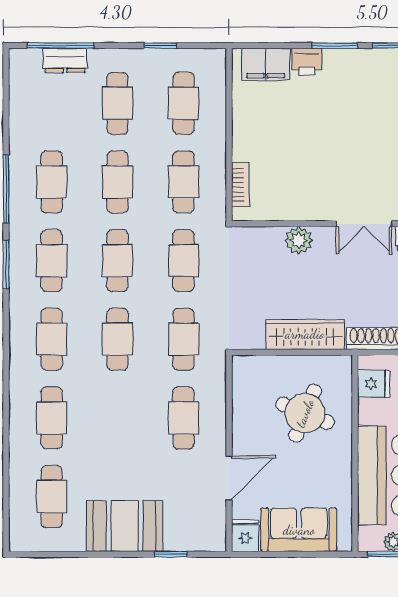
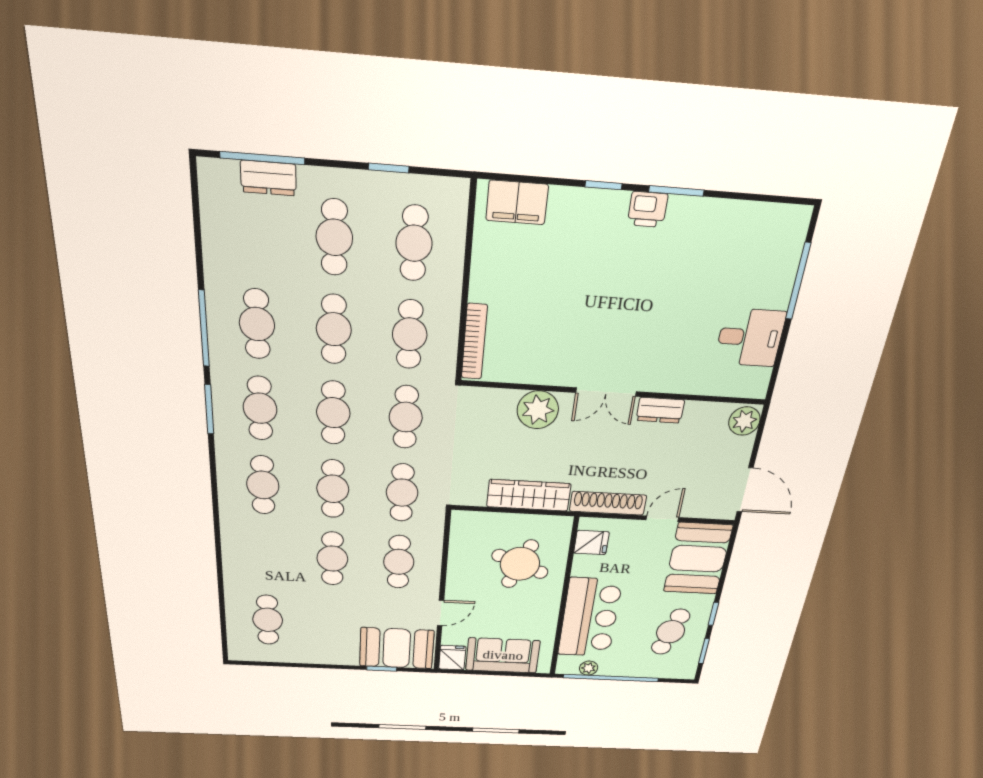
window: (335, 46) -> (604, 185), width x0.67
printer: (307, 62) -> (648, 209), moved
bookcase: (240, 185) -> (474, 342), width x1.56
plant: (299, 240) -> (538, 410), width x1.36, depth x1.36
cafe table: (52, 418) -> (332, 559), moved
door: (229, 478) -> (441, 613), width x0.73
booth: (125, 526) -> (397, 648), moved

